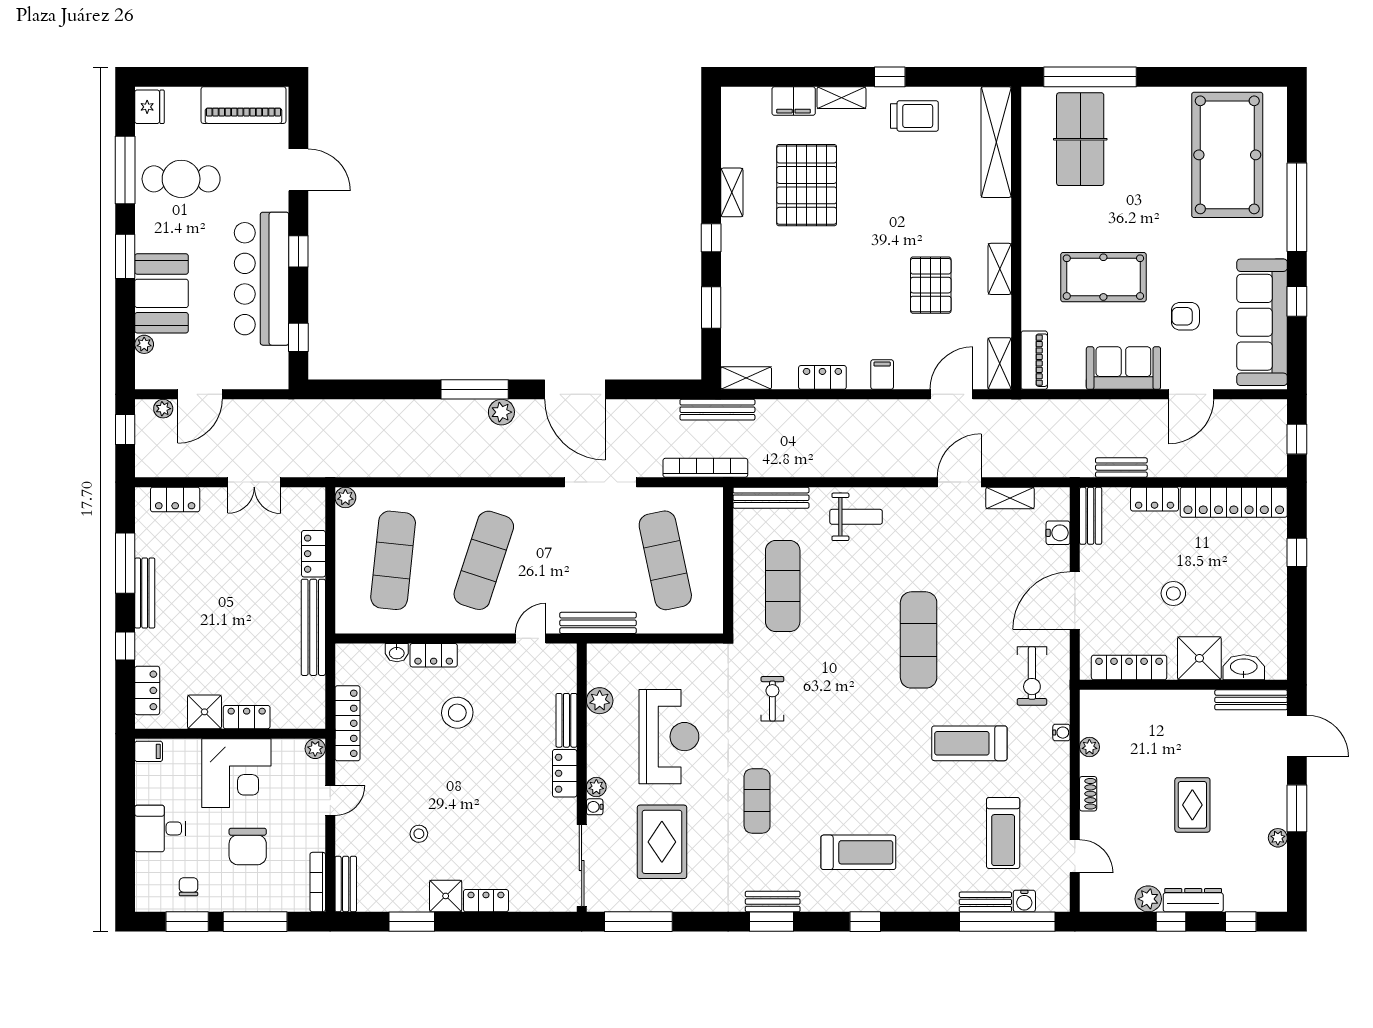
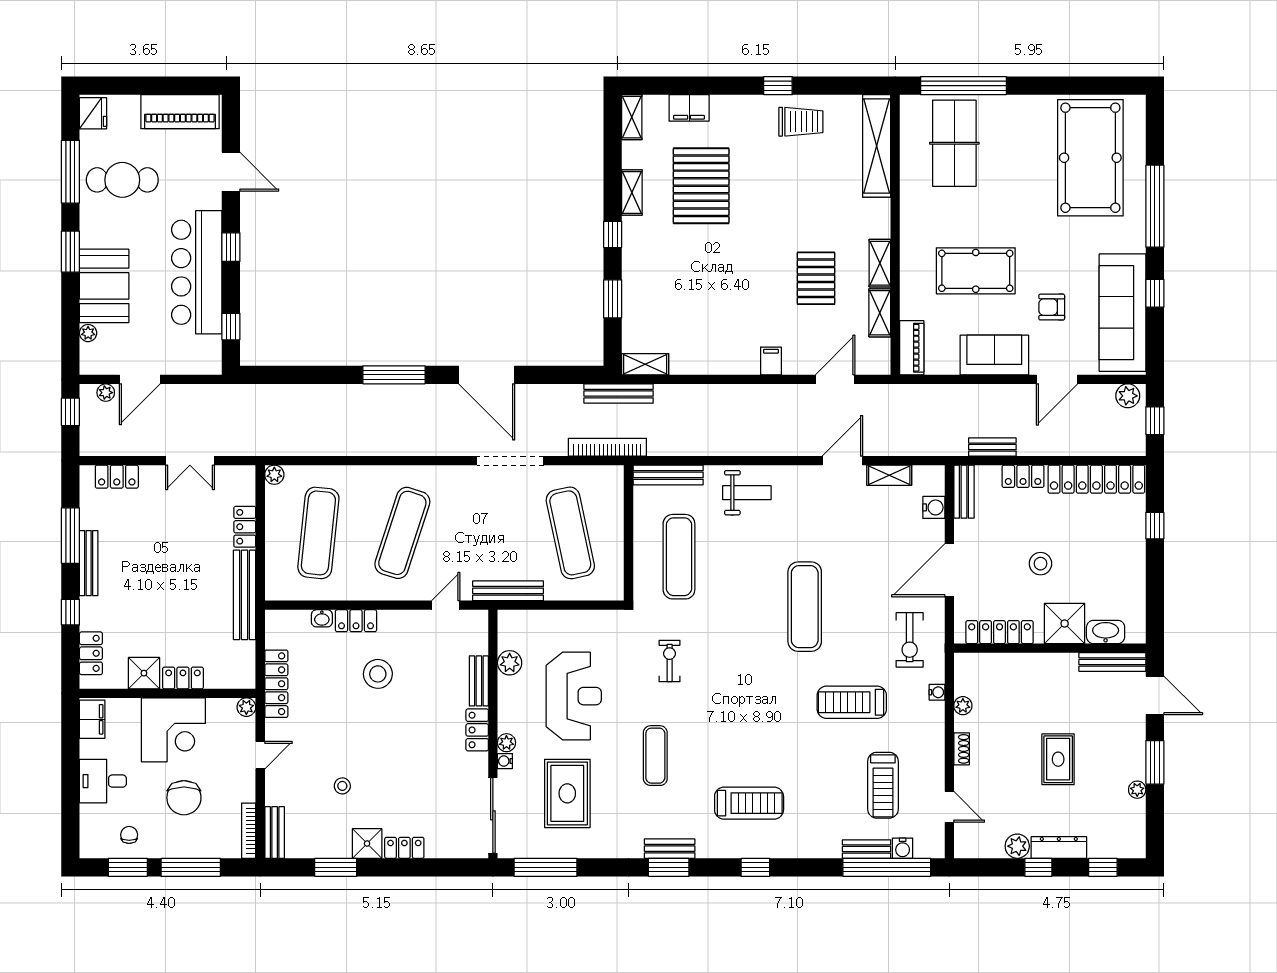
shelving: (841, 98) -> (632, 117), moved, turned 90
shelving: (1000, 363) -> (880, 313), moved
locker: (822, 377) -> (716, 364), removed
plant: (501, 412) -> (1128, 396), moved
filing cabinet: (149, 751) -> (92, 719), width x2.00

